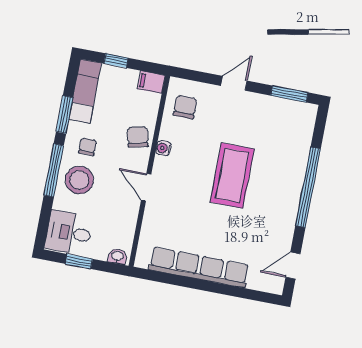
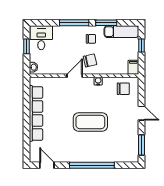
chair: (138, 137) -> (90, 61), moved
stool: (79, 180) -> (72, 38), removed

